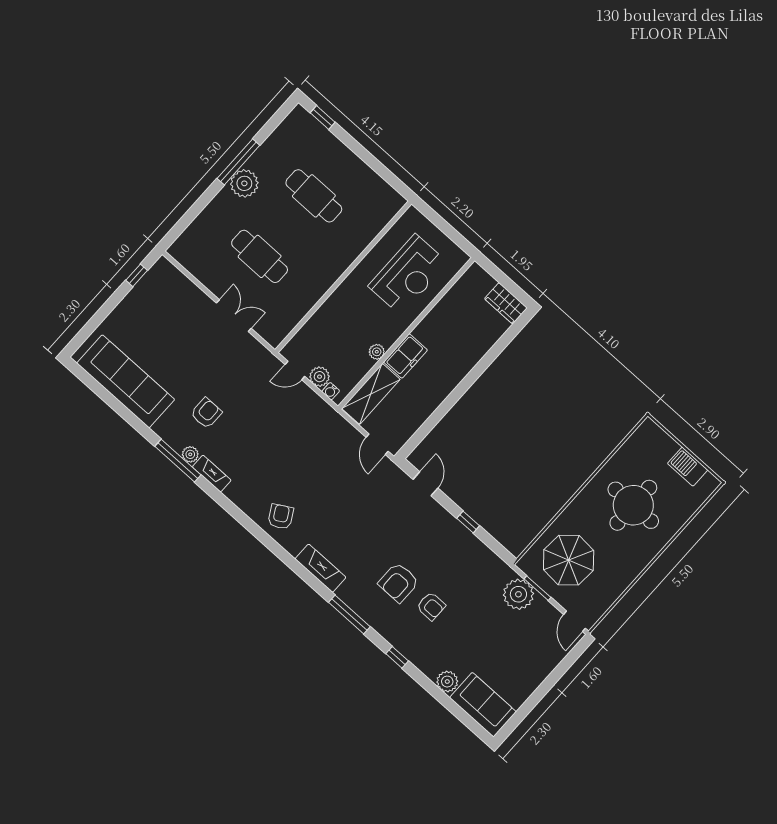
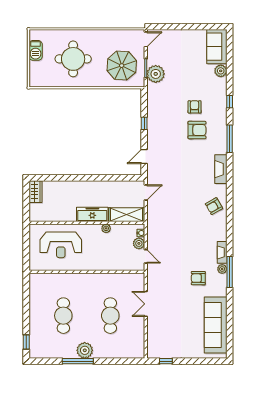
reception desk: (408, 275) -> (61, 245), turned 180
freezer: (405, 356) -> (92, 214), width x1.40

